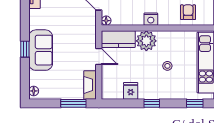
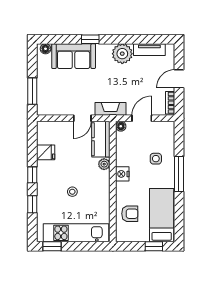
plant: (38, 19) -> (122, 54), added
plant: (146, 41) -> (104, 164), width x0.53, depth x0.53
sofa: (41, 50) -> (74, 56), moved
fireplace: (90, 85) -> (110, 109), moved
window: (195, 103) -> (32, 204), moved

